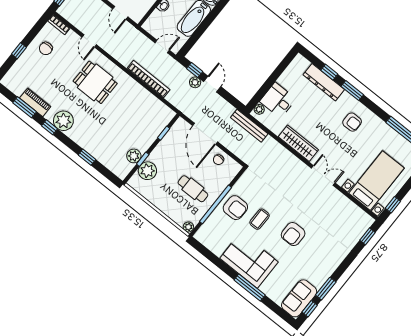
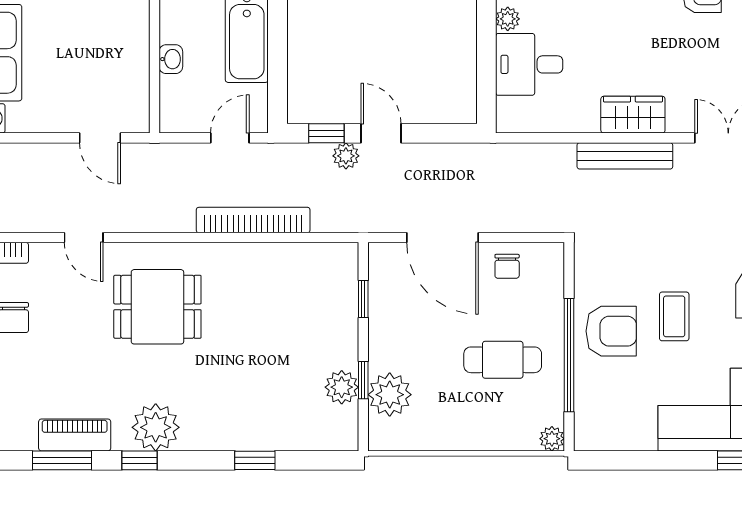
plant: (259, 109) -> (508, 19), moved
bench: (249, 126) -> (625, 156), moved
wardrobe: (298, 143) -> (633, 115), width x0.67

